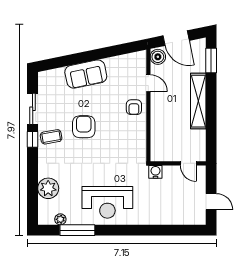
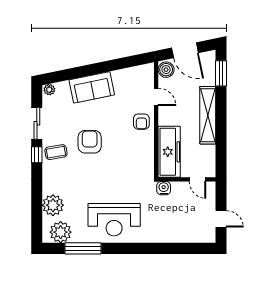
plant: (45, 76) -> (49, 90), added
freezer: (161, 137) -> (169, 152), added
plant: (60, 219) -> (61, 232), width x1.88, depth x1.88

